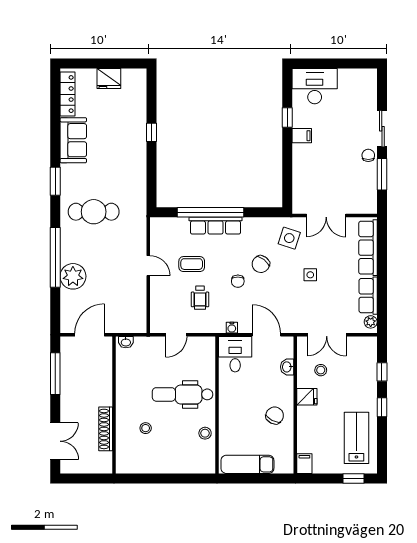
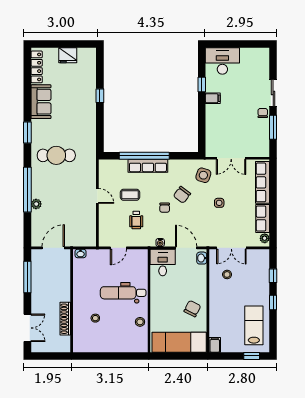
plant: (73, 276) -> (36, 204), width x0.53, depth x0.53
washbasin: (287, 367) -> (202, 258), moved
fridge: (307, 397) -> (217, 295), removed
exam couch: (247, 464) -> (179, 342), width x1.36, depth x1.45

